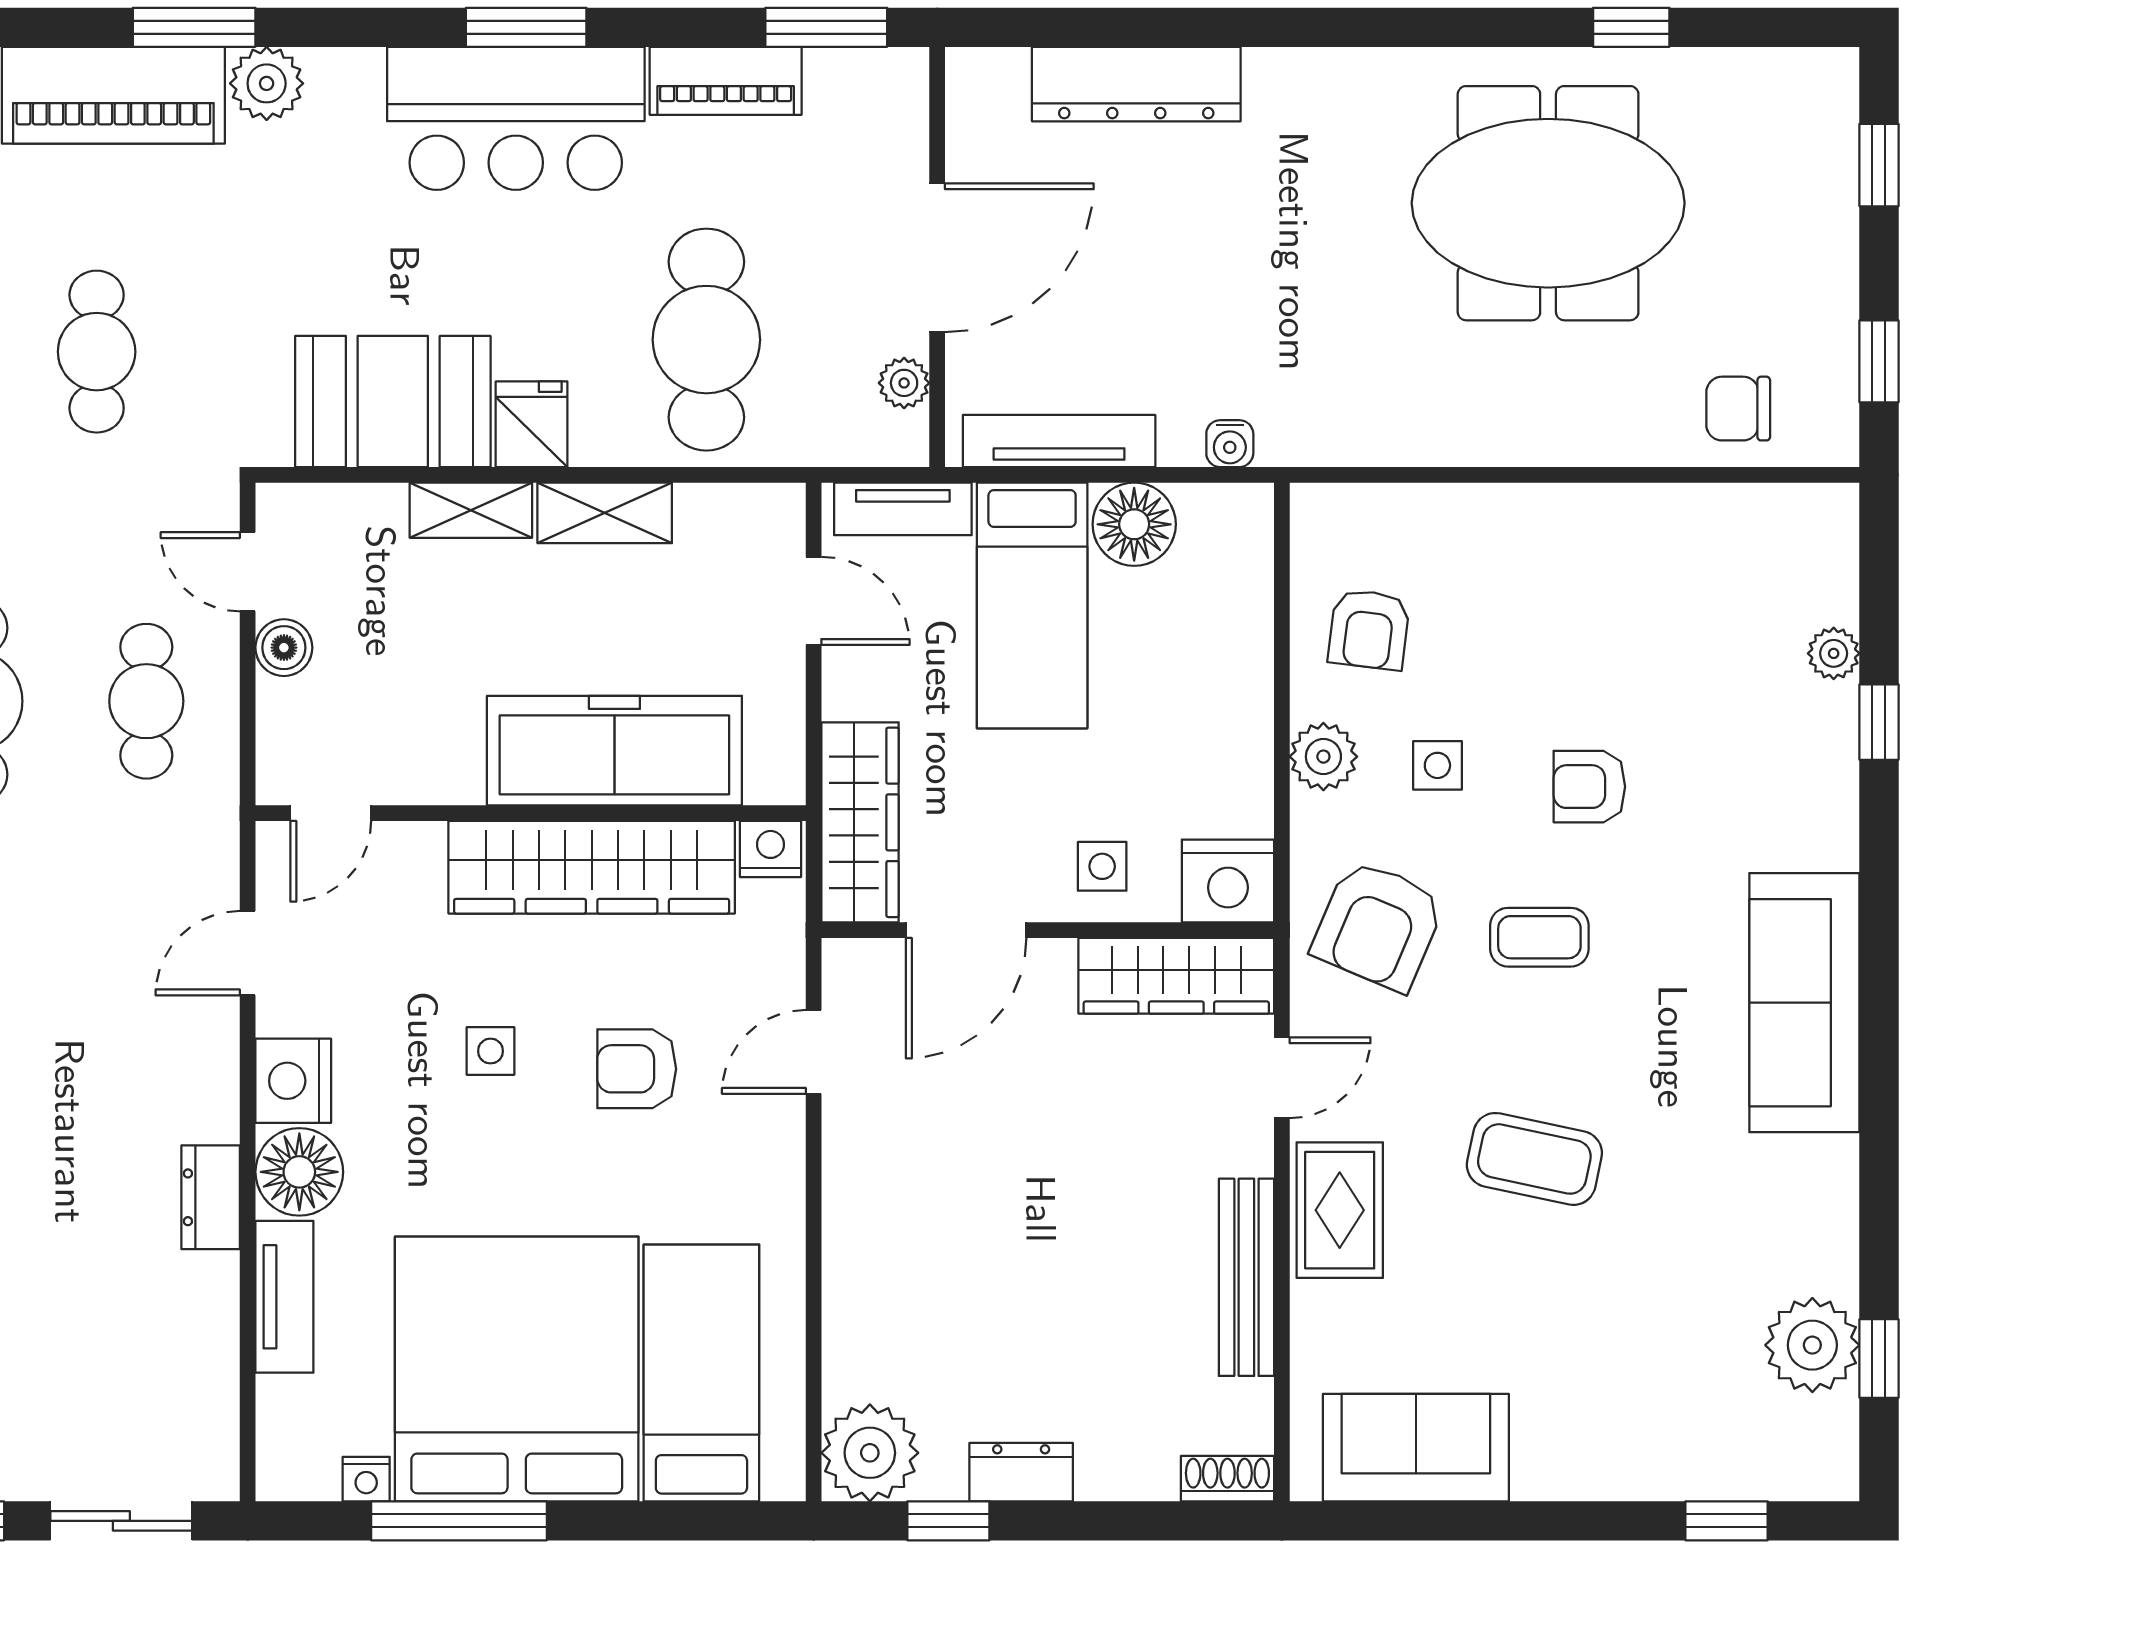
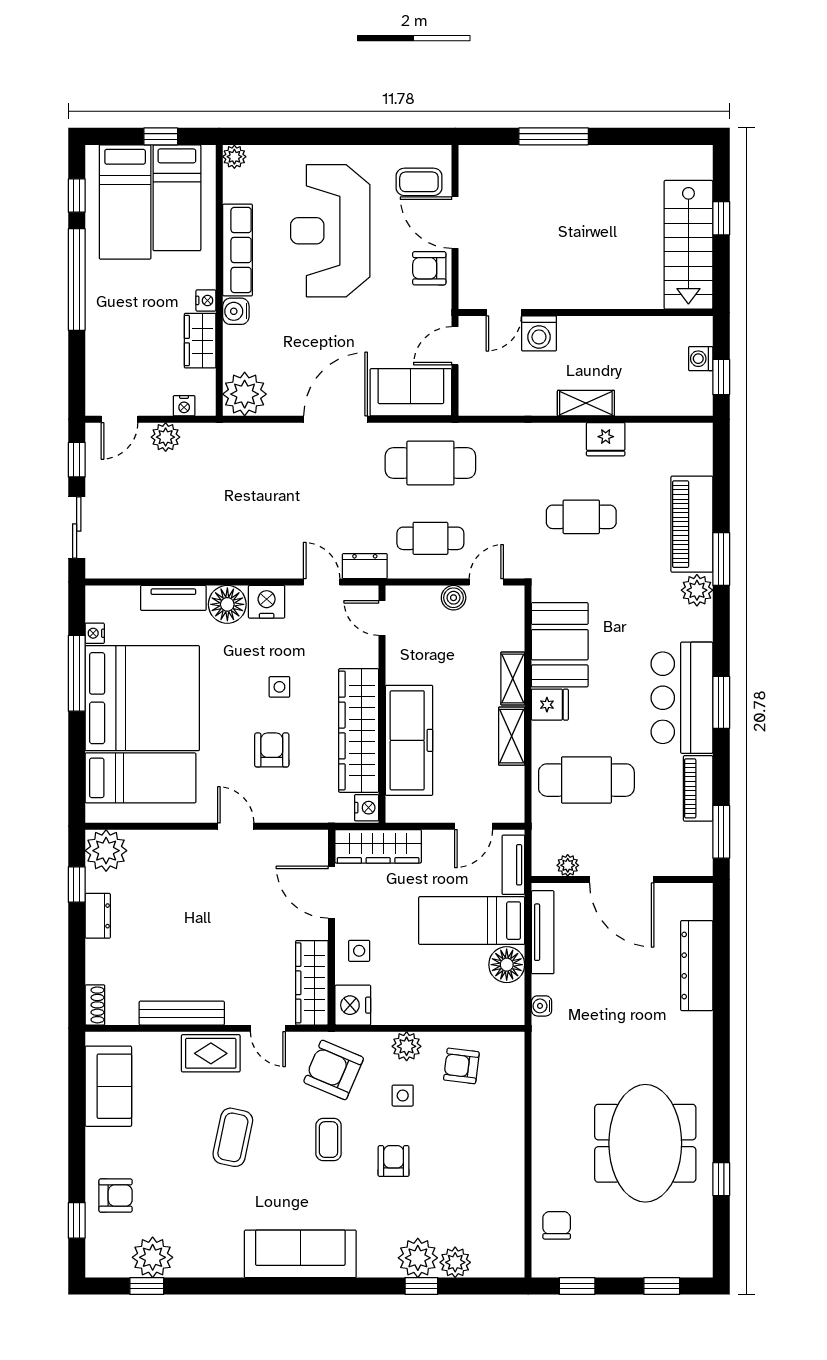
plant: (1834, 653) -> (455, 1262), width x1.38, depth x1.38
plant: (1814, 730) -> (418, 1258), added
door: (814, 1052) -> (236, 826), moved
dresser: (211, 1197) -> (365, 566), moved
armchair: (1669, 1431) -> (116, 1196), added

